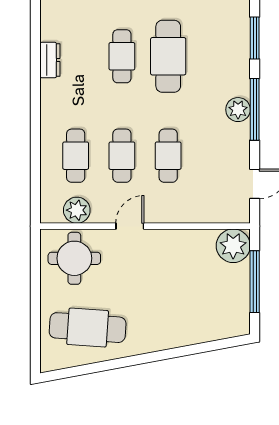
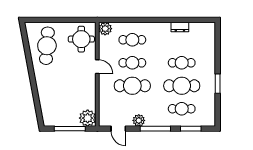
cafe table: (214, 56) -> (182, 109), added
plant: (238, 110) -> (139, 120), moved
cafe table: (168, 156) -> (132, 86), width x1.37, depth x1.35
plant: (77, 210) -> (105, 29), moved

